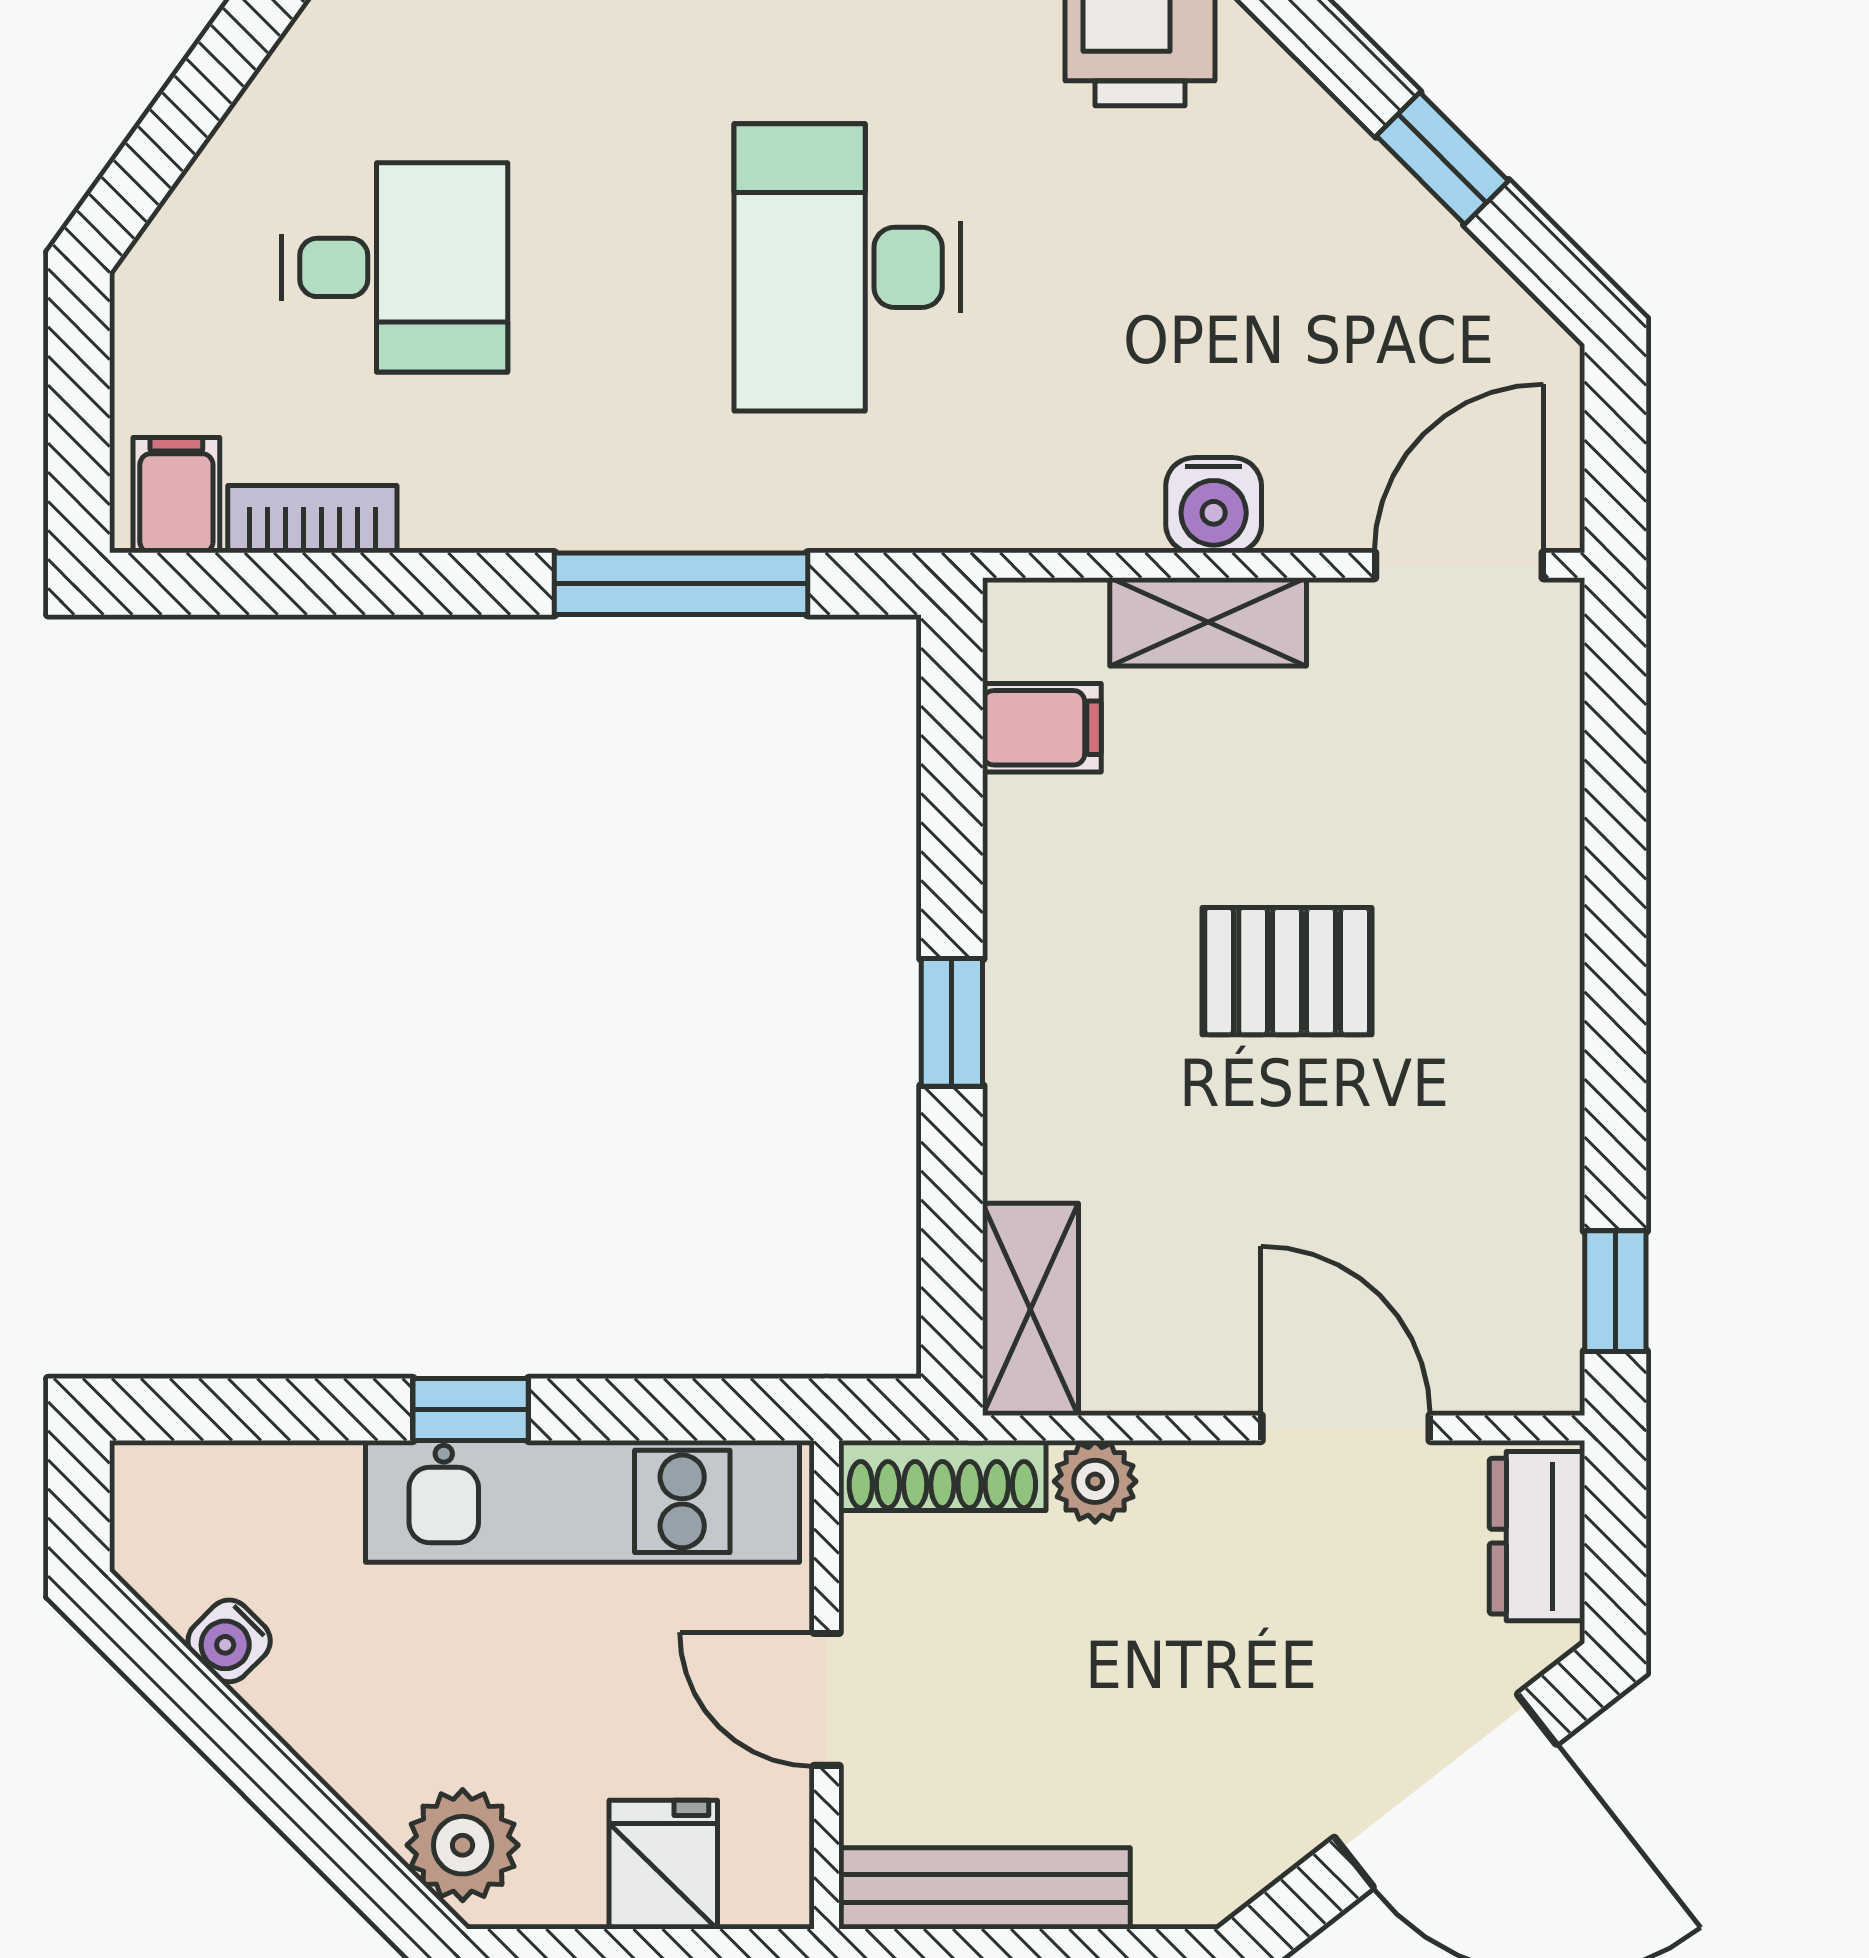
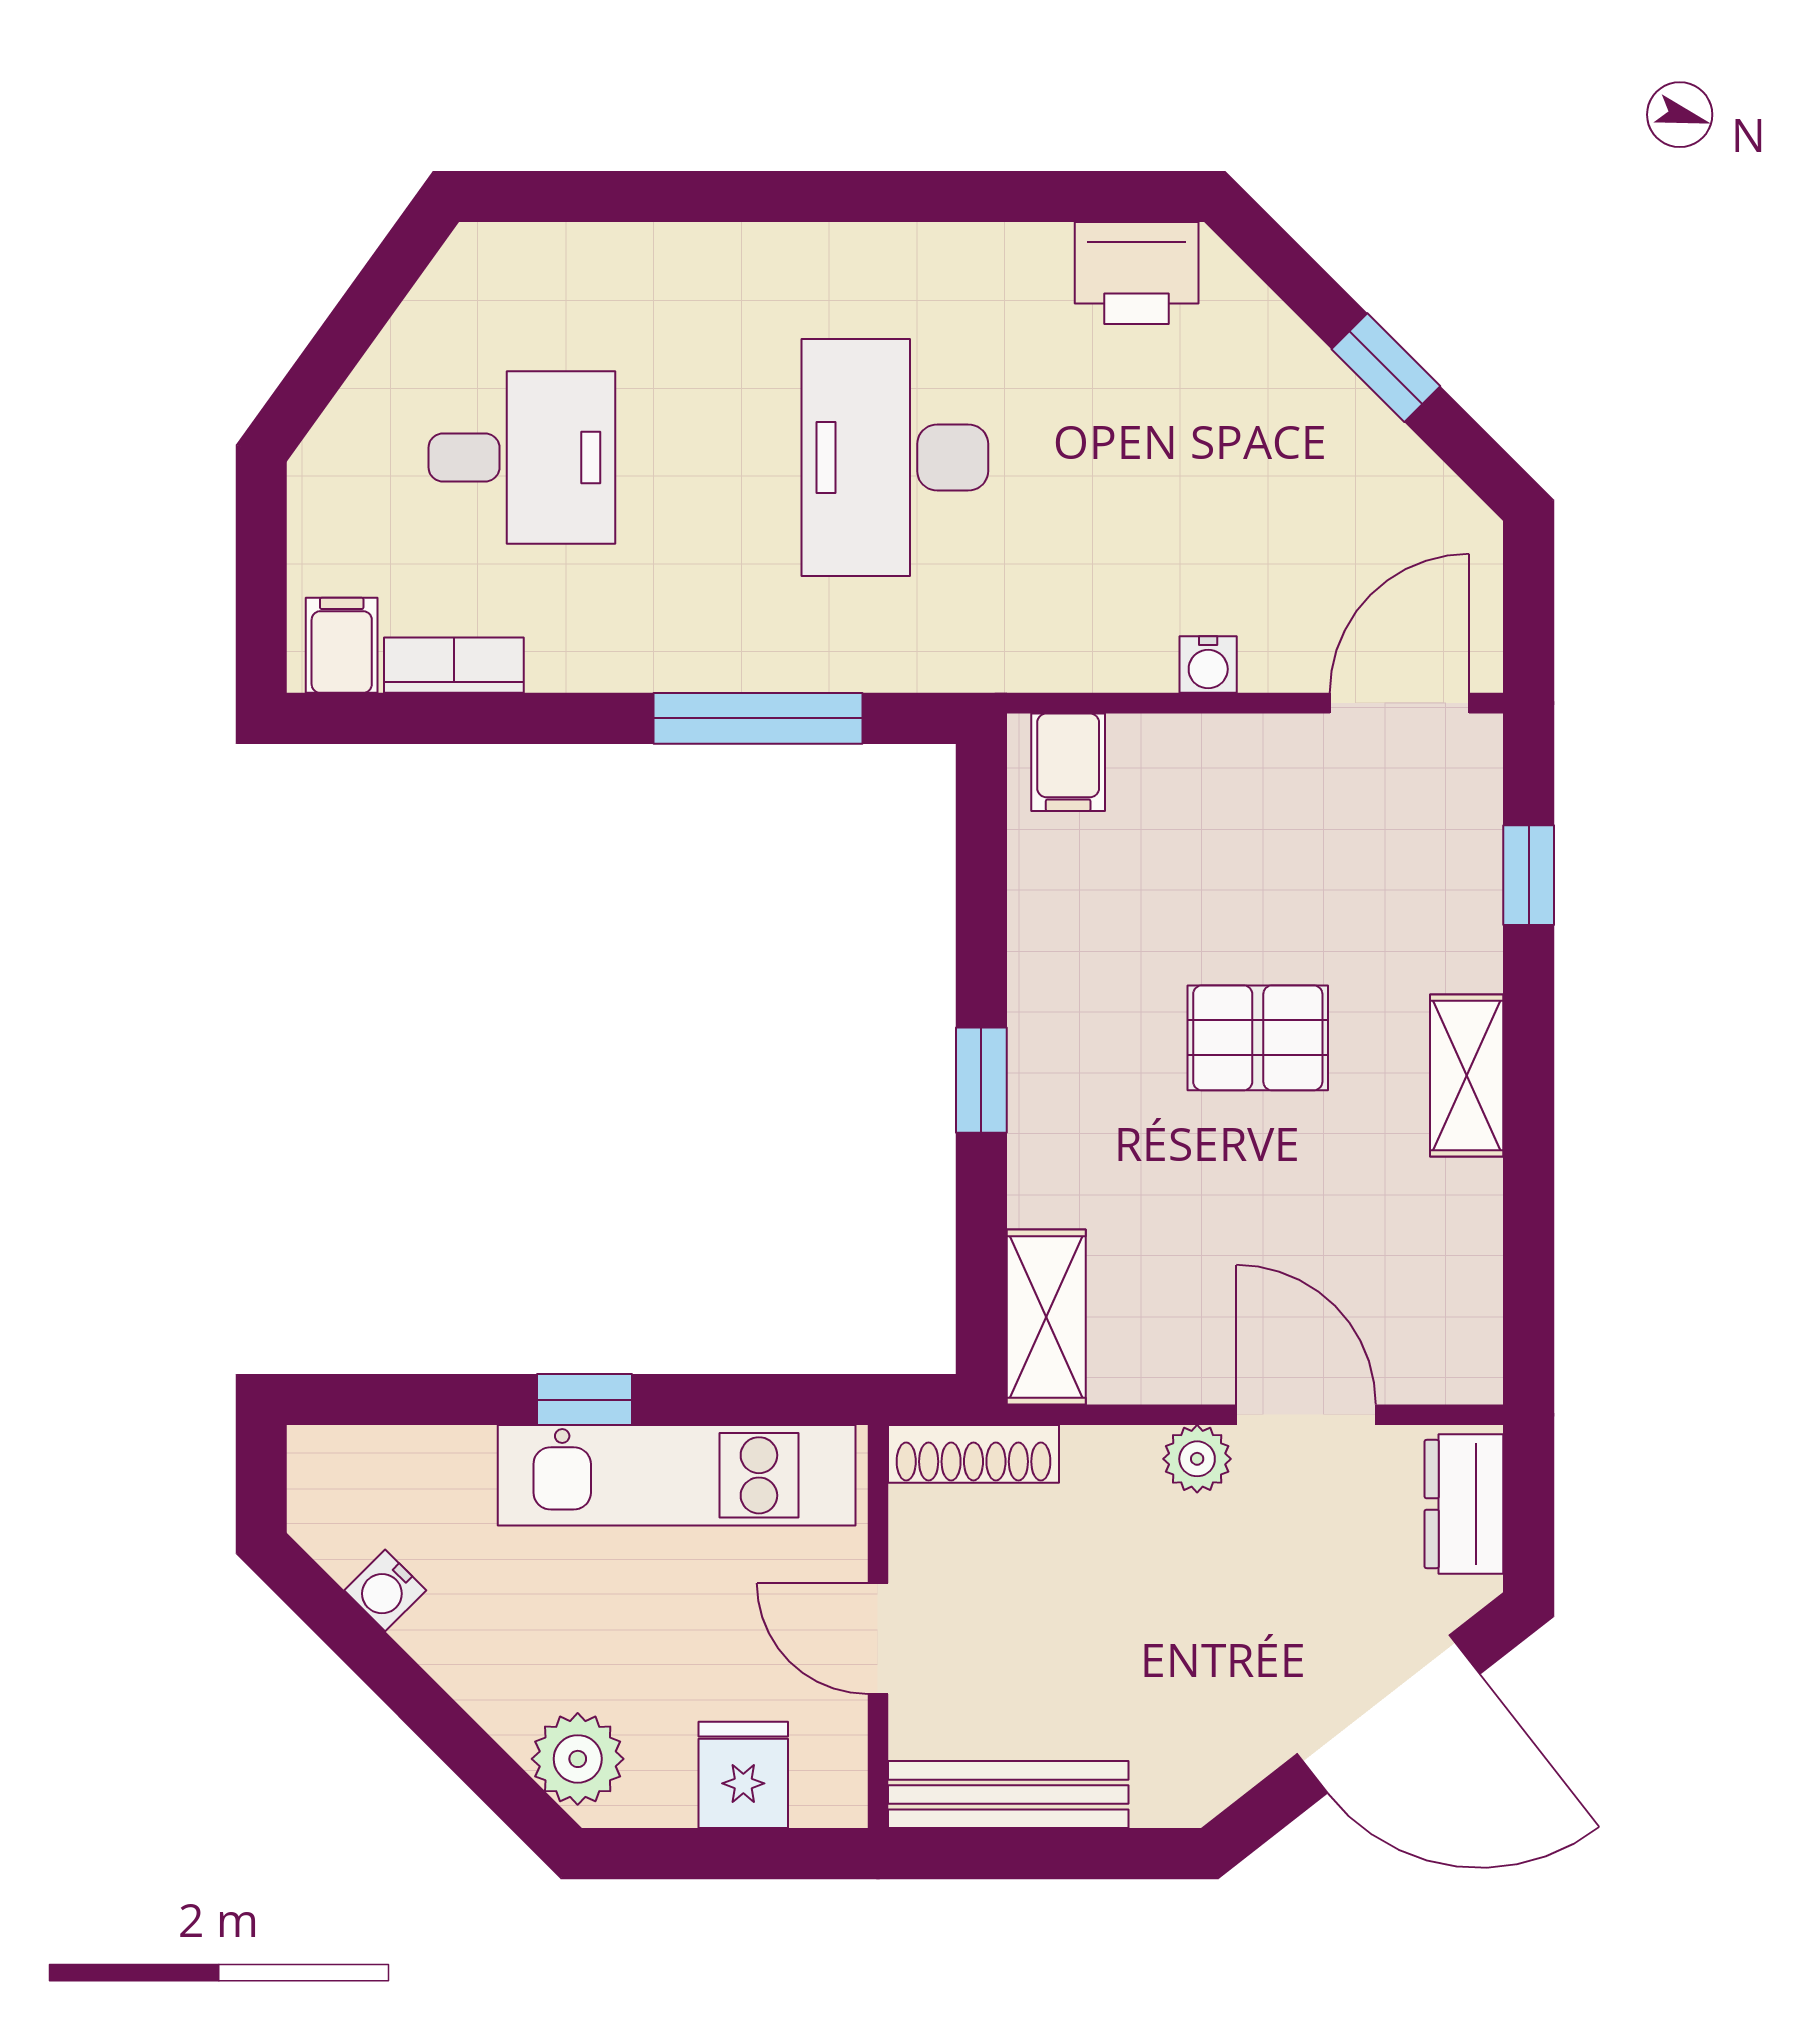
water cooler: (1214, 505) -> (1208, 665), width x0.72, depth x0.72
shelving: (1208, 622) -> (1467, 1076), moved, turned 90
filing cabinet: (1042, 728) -> (1068, 762), moved, turned 90
window: (1615, 1291) -> (1529, 875), moved
plant: (1095, 1481) -> (1197, 1459), moved

